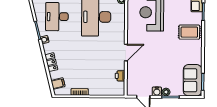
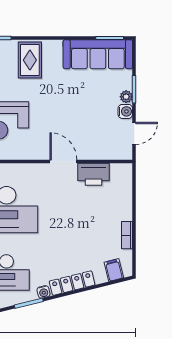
locker: (51, 62) -> (72, 283), width x1.53
printer: (120, 76) -> (94, 174), width x1.87, depth x1.48
sofa: (193, 80) -> (98, 54), width x1.36

